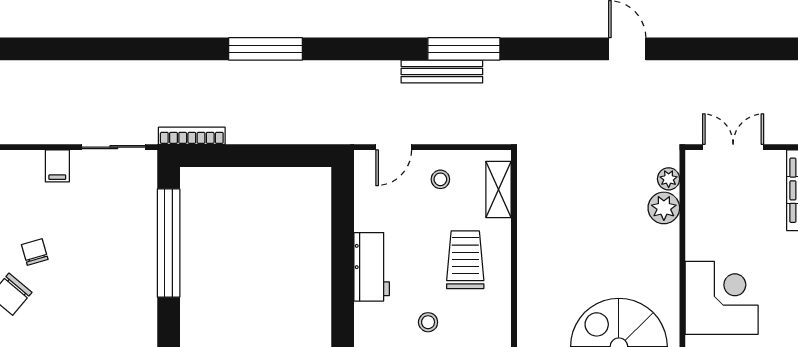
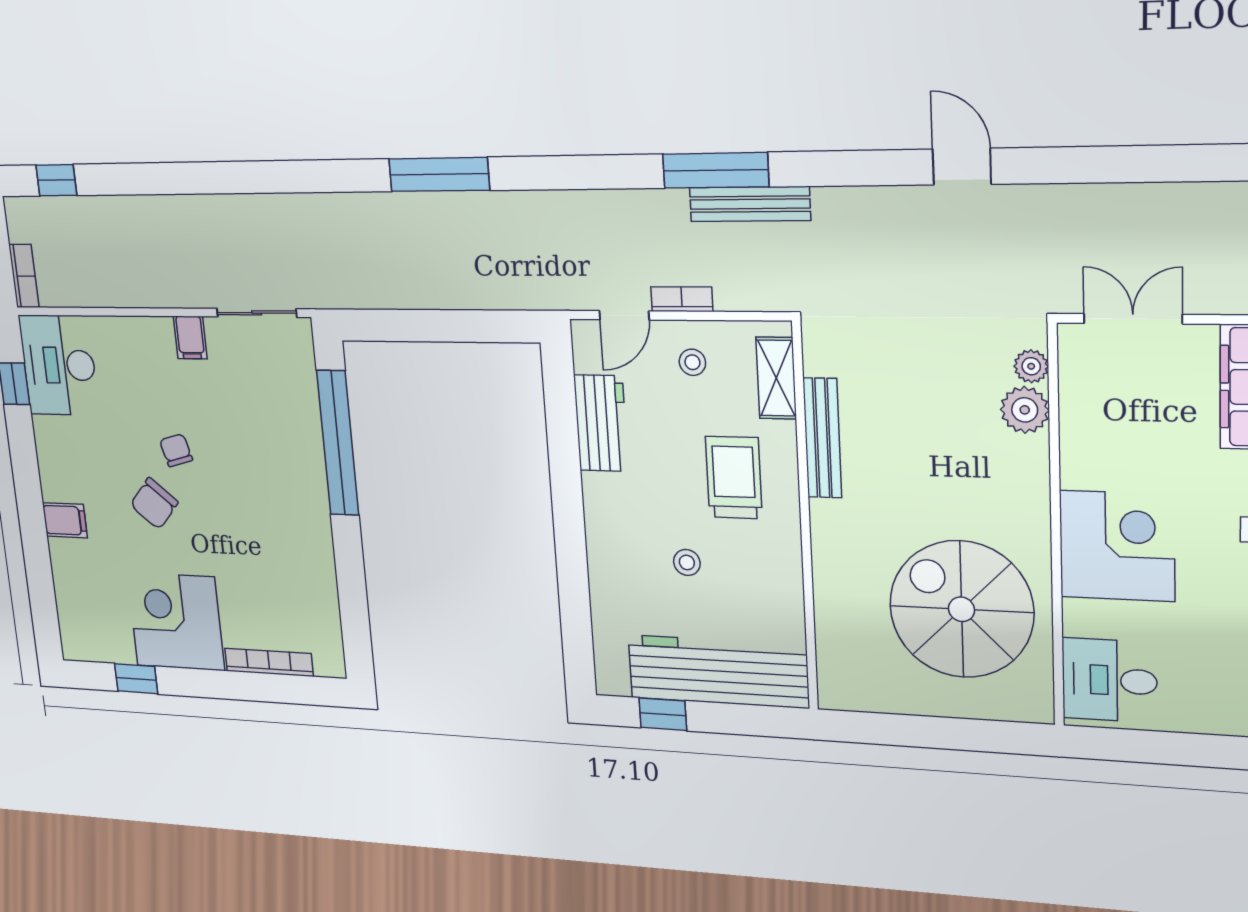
bench: (442, 72) -> (750, 204), moved
bookcase: (192, 136) -> (682, 299), moved, width x0.64
bench: (528, 230) -> (822, 438), added
workbench: (372, 267) -> (601, 423), moved

